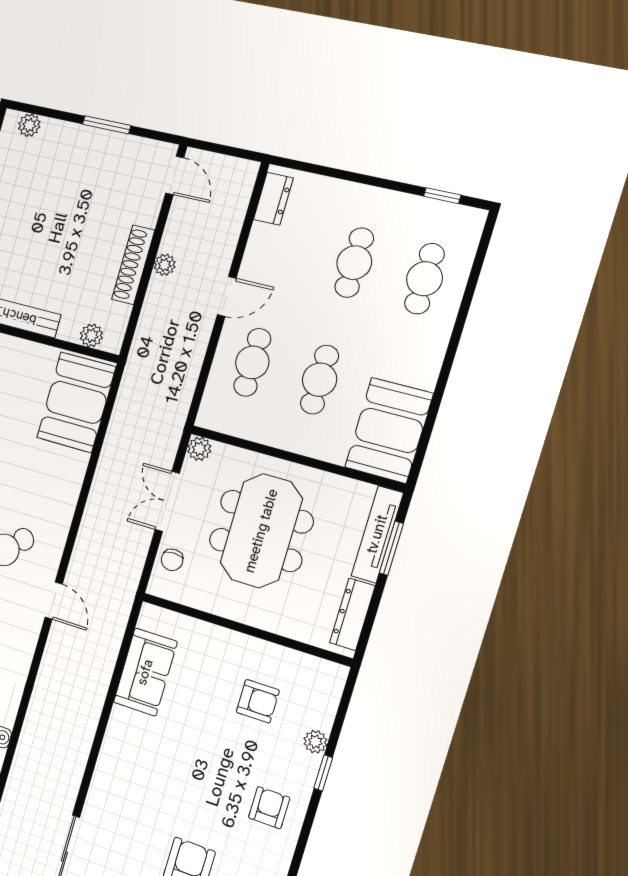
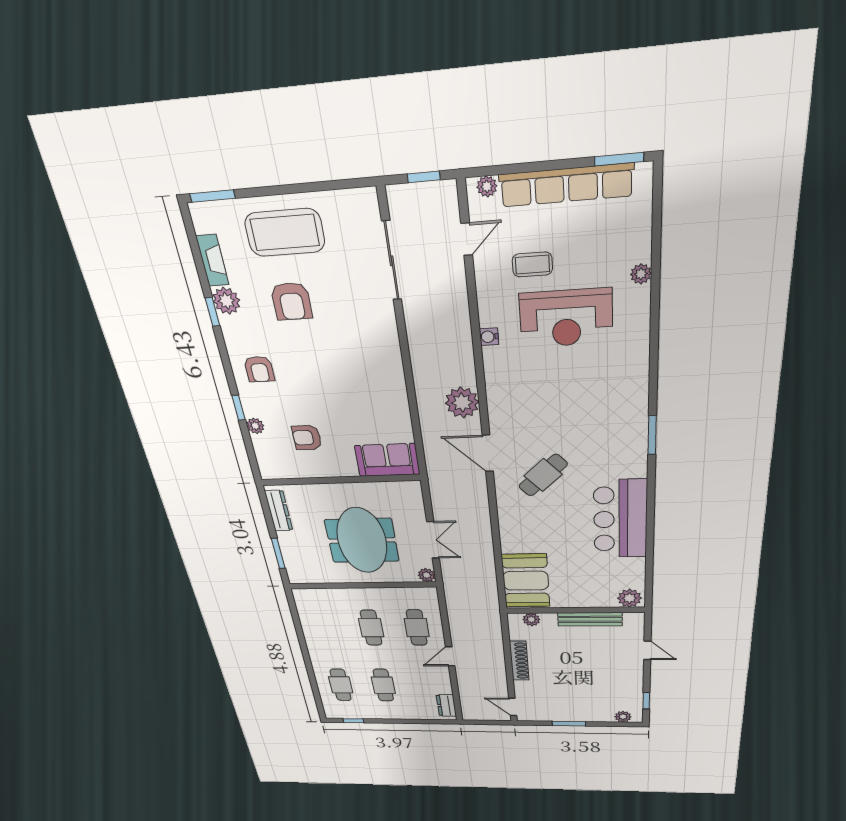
plant: (165, 265) -> (462, 403), moved, width x1.88, depth x1.88
booth: (389, 430) -> (317, 612), removed
tv unit: (377, 534) -> (291, 558), removed
chair: (172, 560) -> (412, 507), removed
door: (54, 601) -> (488, 453), width x1.38
sofa: (145, 672) -> (387, 460), moved, turned 90

